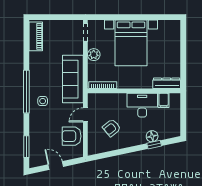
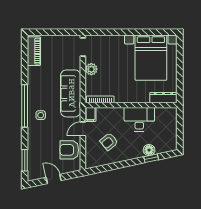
bed with nightstands: (131, 43) -> (151, 58), moved
filing cabinet: (164, 100) -> (91, 114), moved

